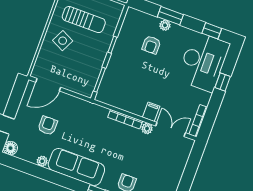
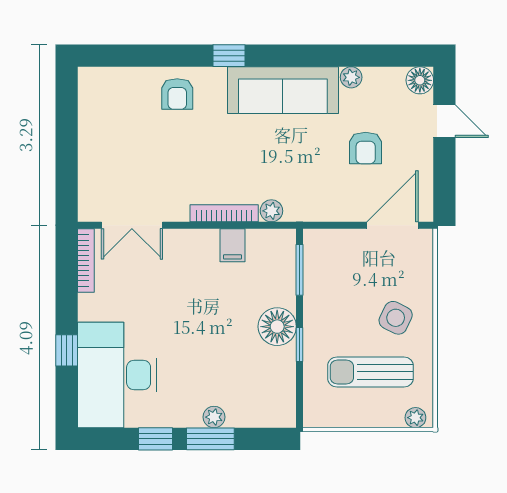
window: (212, 31) -> (156, 439), moved
armchair: (151, 45) -> (226, 371), removed
floor lamp: (120, 57) -> (277, 327), added
filing cabinet: (151, 112) -> (232, 245), moved
plant: (147, 129) -> (271, 211), moved

